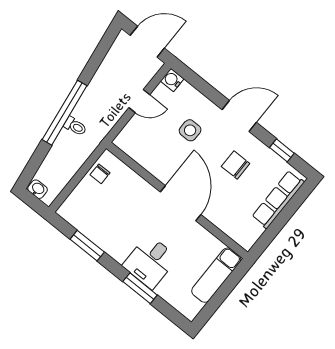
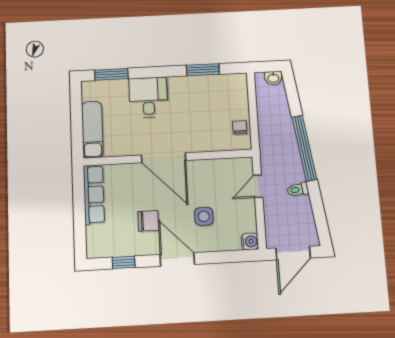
door: (139, 101) -> (258, 186), moved
door: (239, 116) -> (177, 259), swing flipped
toilet: (75, 126) -> (298, 190), moved
row of seats: (278, 199) -> (94, 194), moved
window: (140, 288) -> (111, 74), moved

